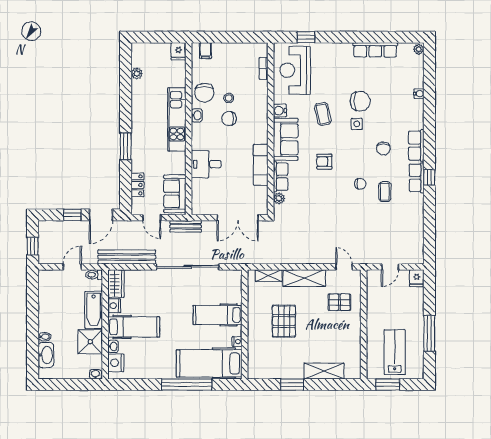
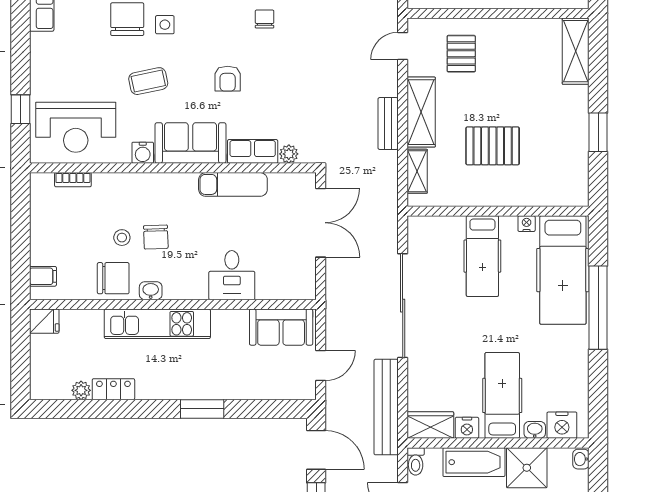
locker: (137, 185) -> (113, 389), moved
bench: (186, 226) -> (388, 123), moved
shelving: (324, 371) -> (576, 51), moved

